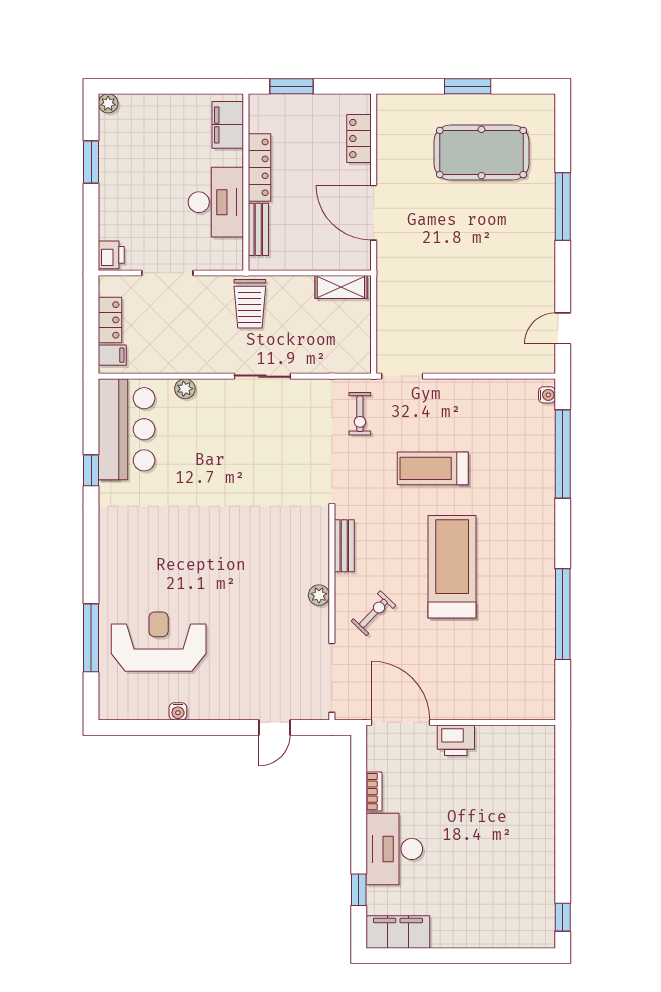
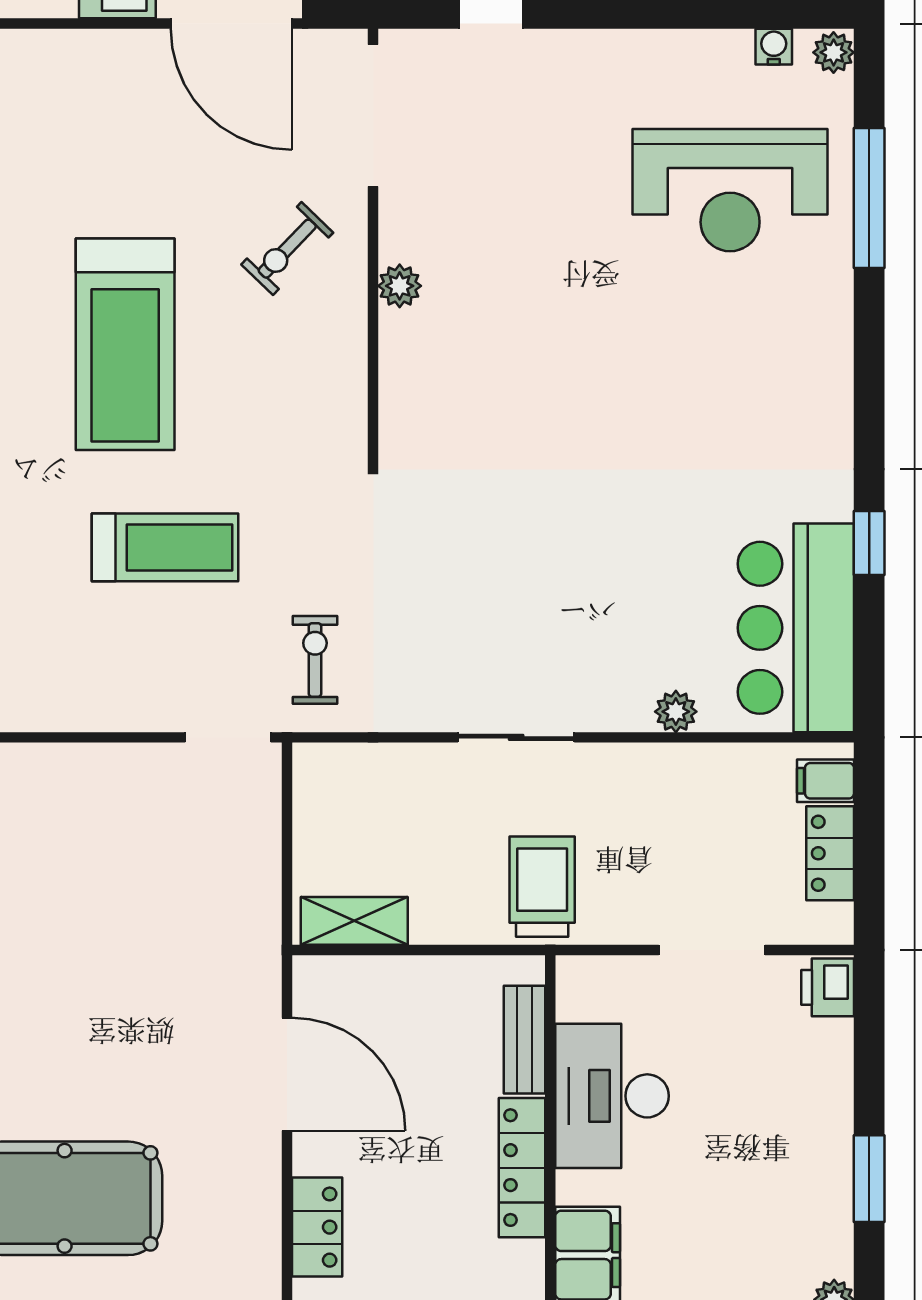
bench: (344, 546) -> (347, 388), removed
plant: (108, 708) -> (834, 52), added
water cooler: (178, 711) -> (774, 47), moved

